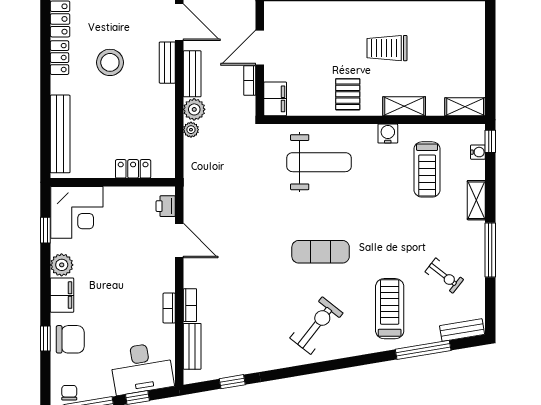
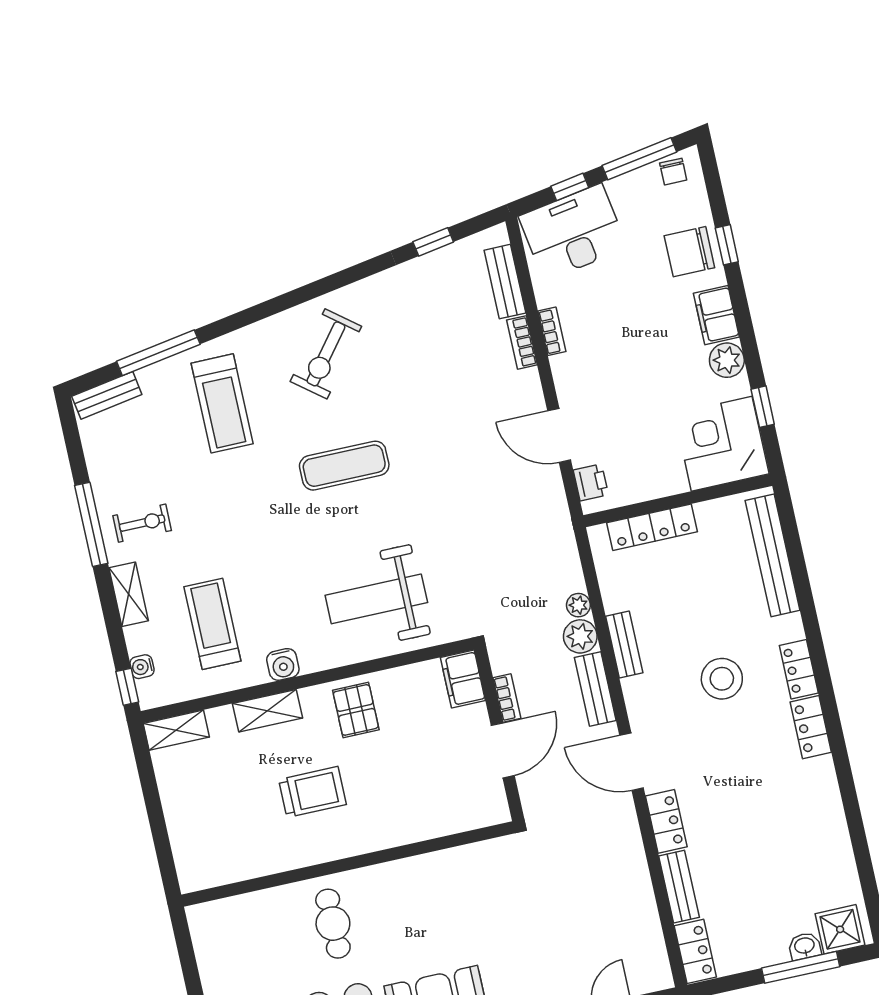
bench: (167, 63) -> (624, 645), moved
locker: (133, 169) -> (652, 527), width x1.53
exercise bike: (444, 276) -> (142, 523), moved, turned 142

